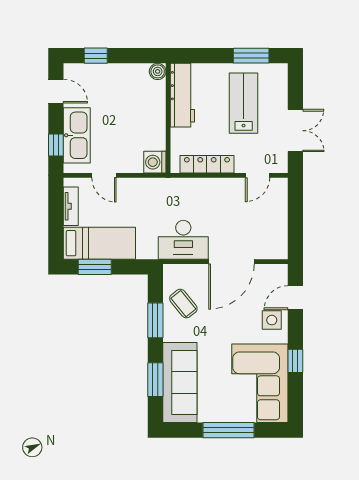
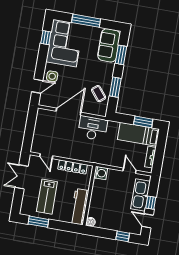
window: (56, 145) -> (151, 203), moved
door: (258, 175) -> (46, 156), swing flipped
window: (295, 361) -> (46, 38), moved
sofa: (180, 382) -> (109, 45), width x0.73

